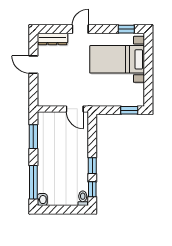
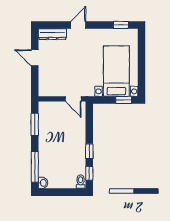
bed with nightstands: (117, 59) -> (116, 71), moved, turned 90

